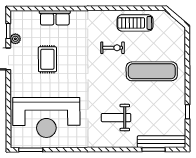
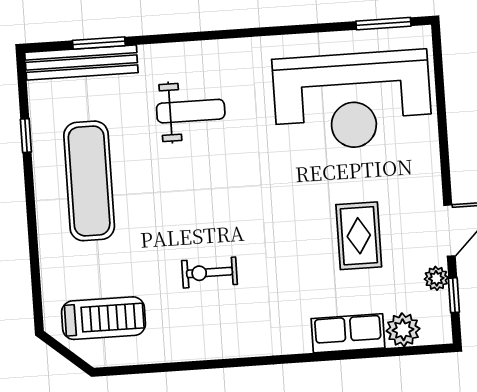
plant: (31, 18) -> (403, 330), added
treadmill: (135, 23) -> (103, 318), moved
exercise mat: (152, 71) -> (89, 181), moved, turned 90
reception desk: (46, 117) -> (352, 101), turned 180

